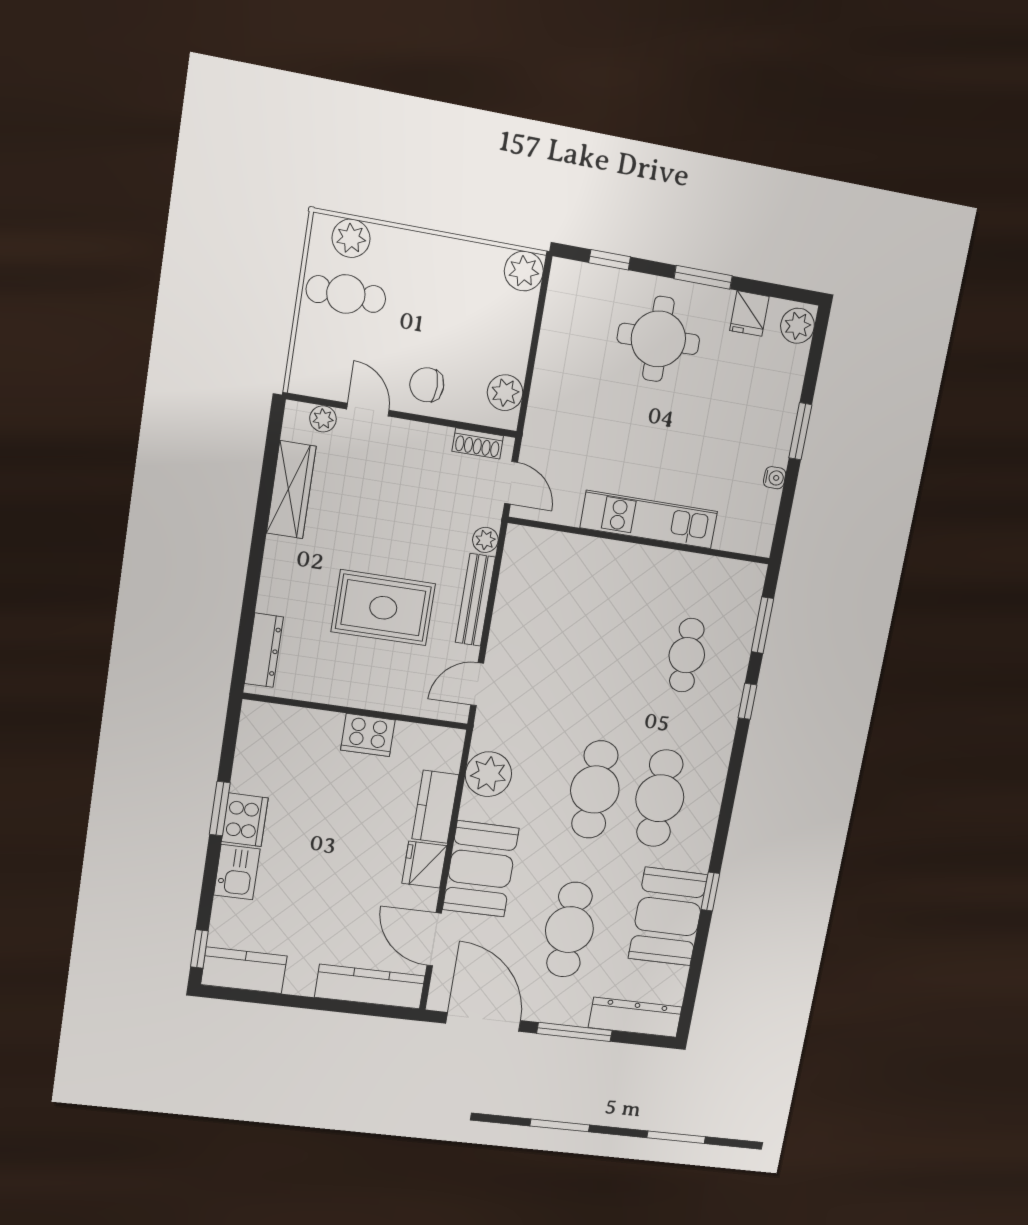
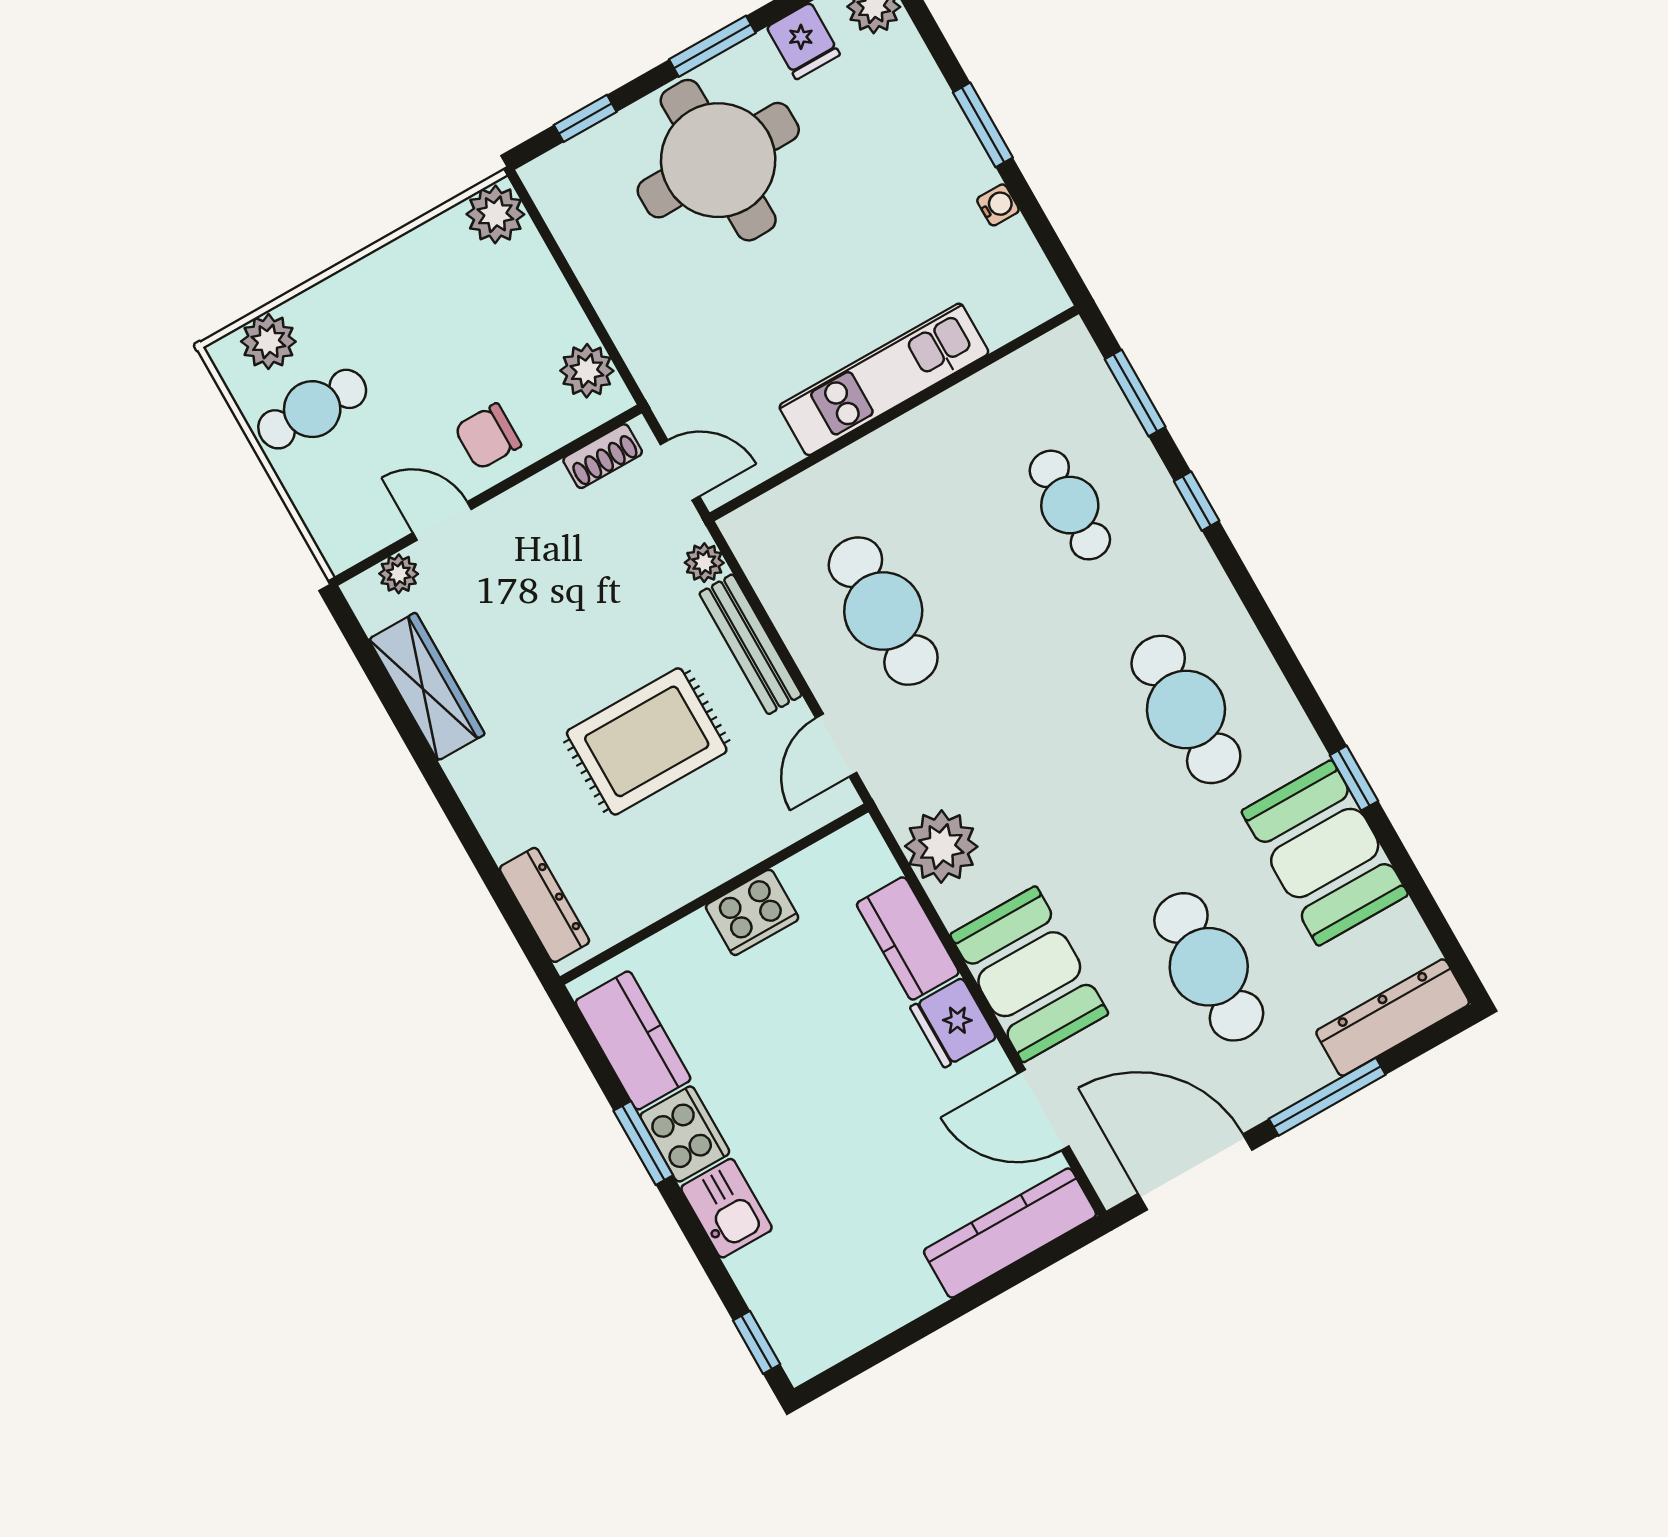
round table: (658, 339) -> (718, 160), width x1.36, depth x1.36
cafe table: (595, 789) -> (883, 611), moved
kitchen counter: (244, 970) -> (633, 1040), moved, turned 90

